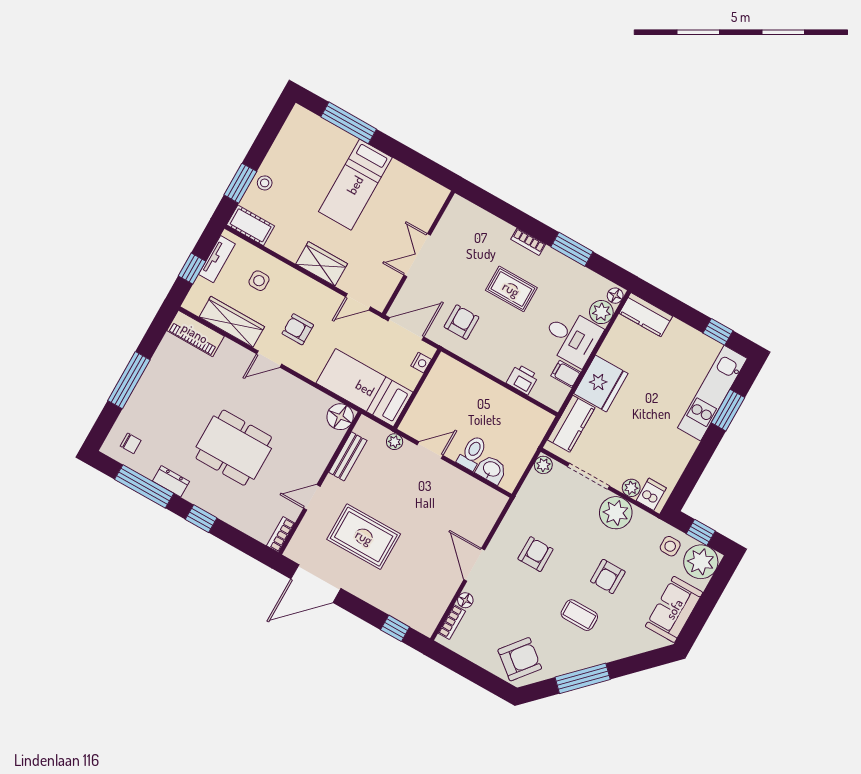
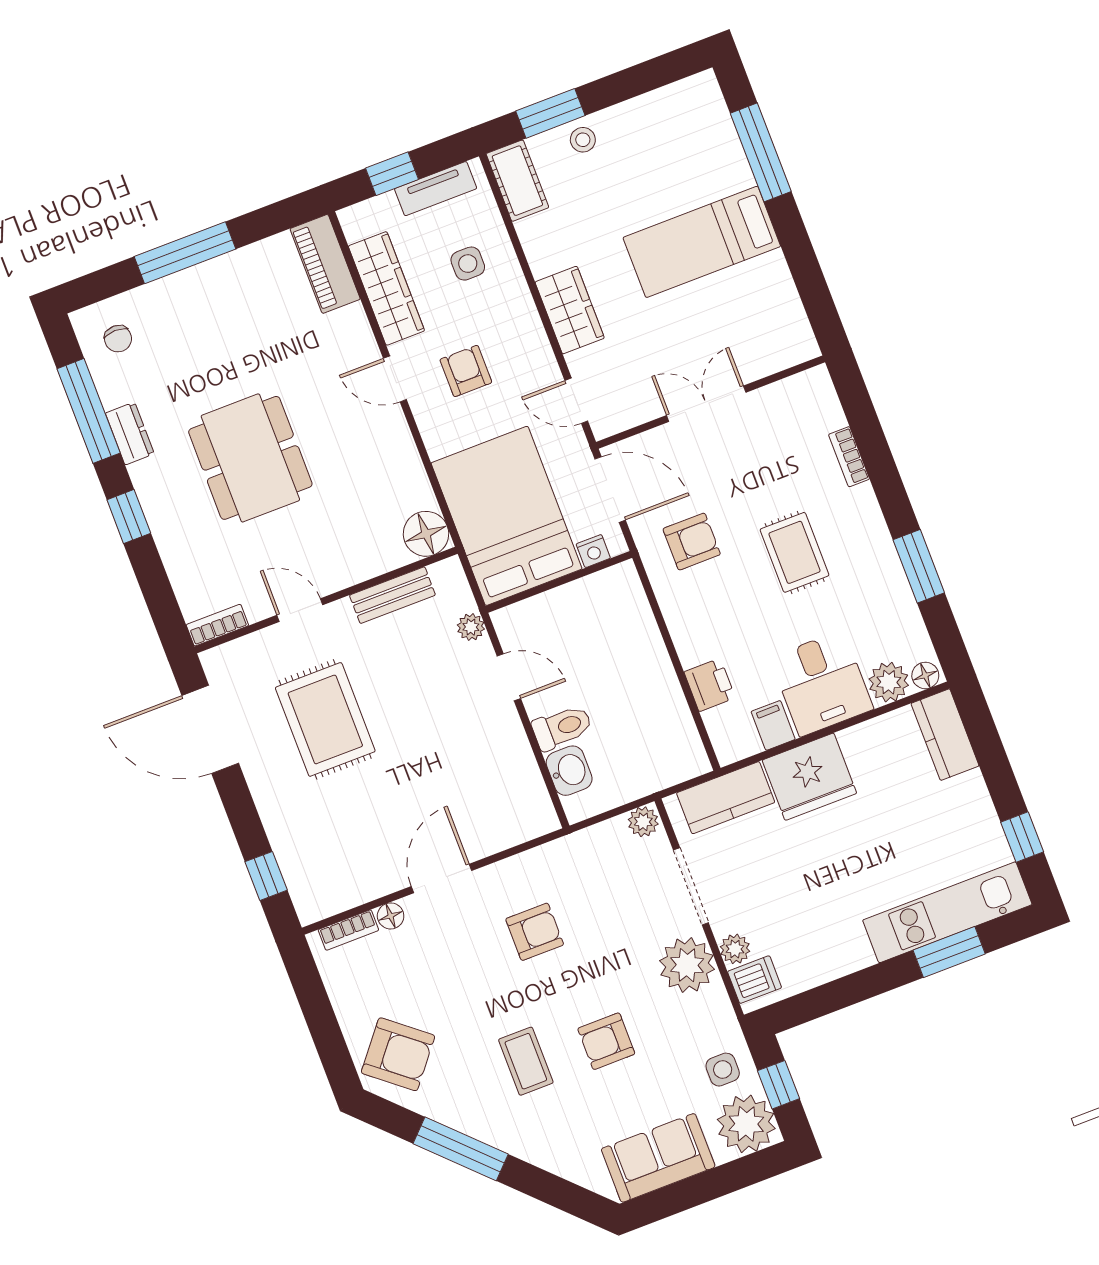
bookcase: (528, 242) -> (849, 457), moved
bed: (365, 388) -> (507, 516), width x1.50

